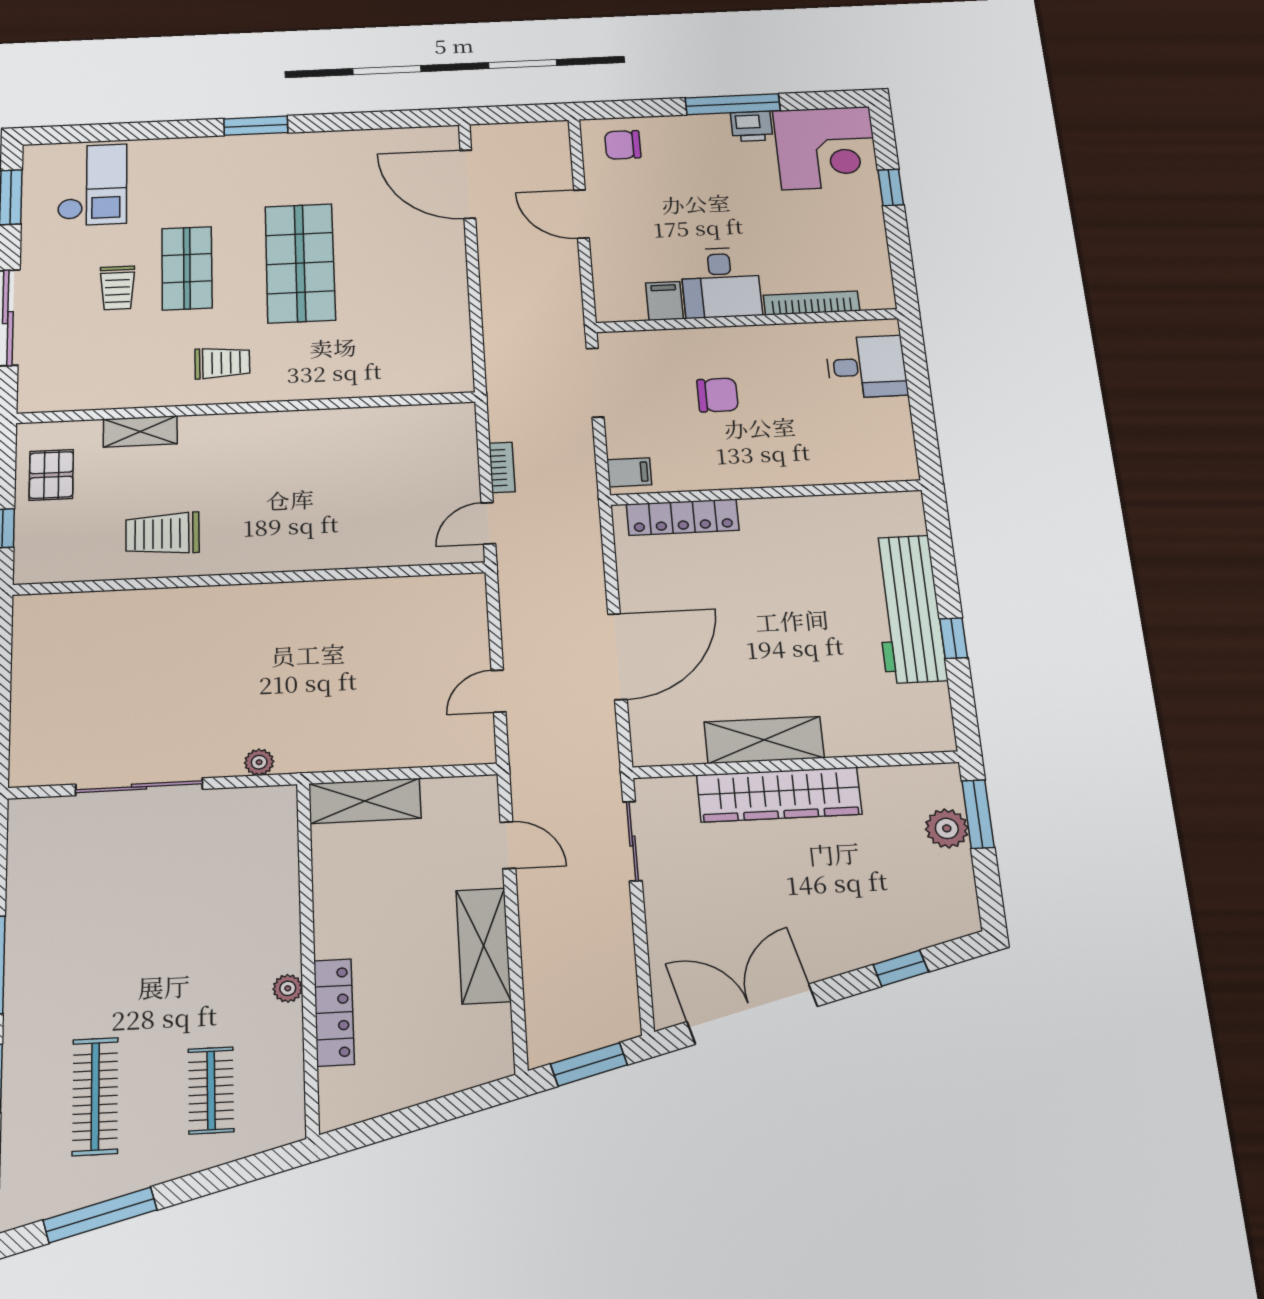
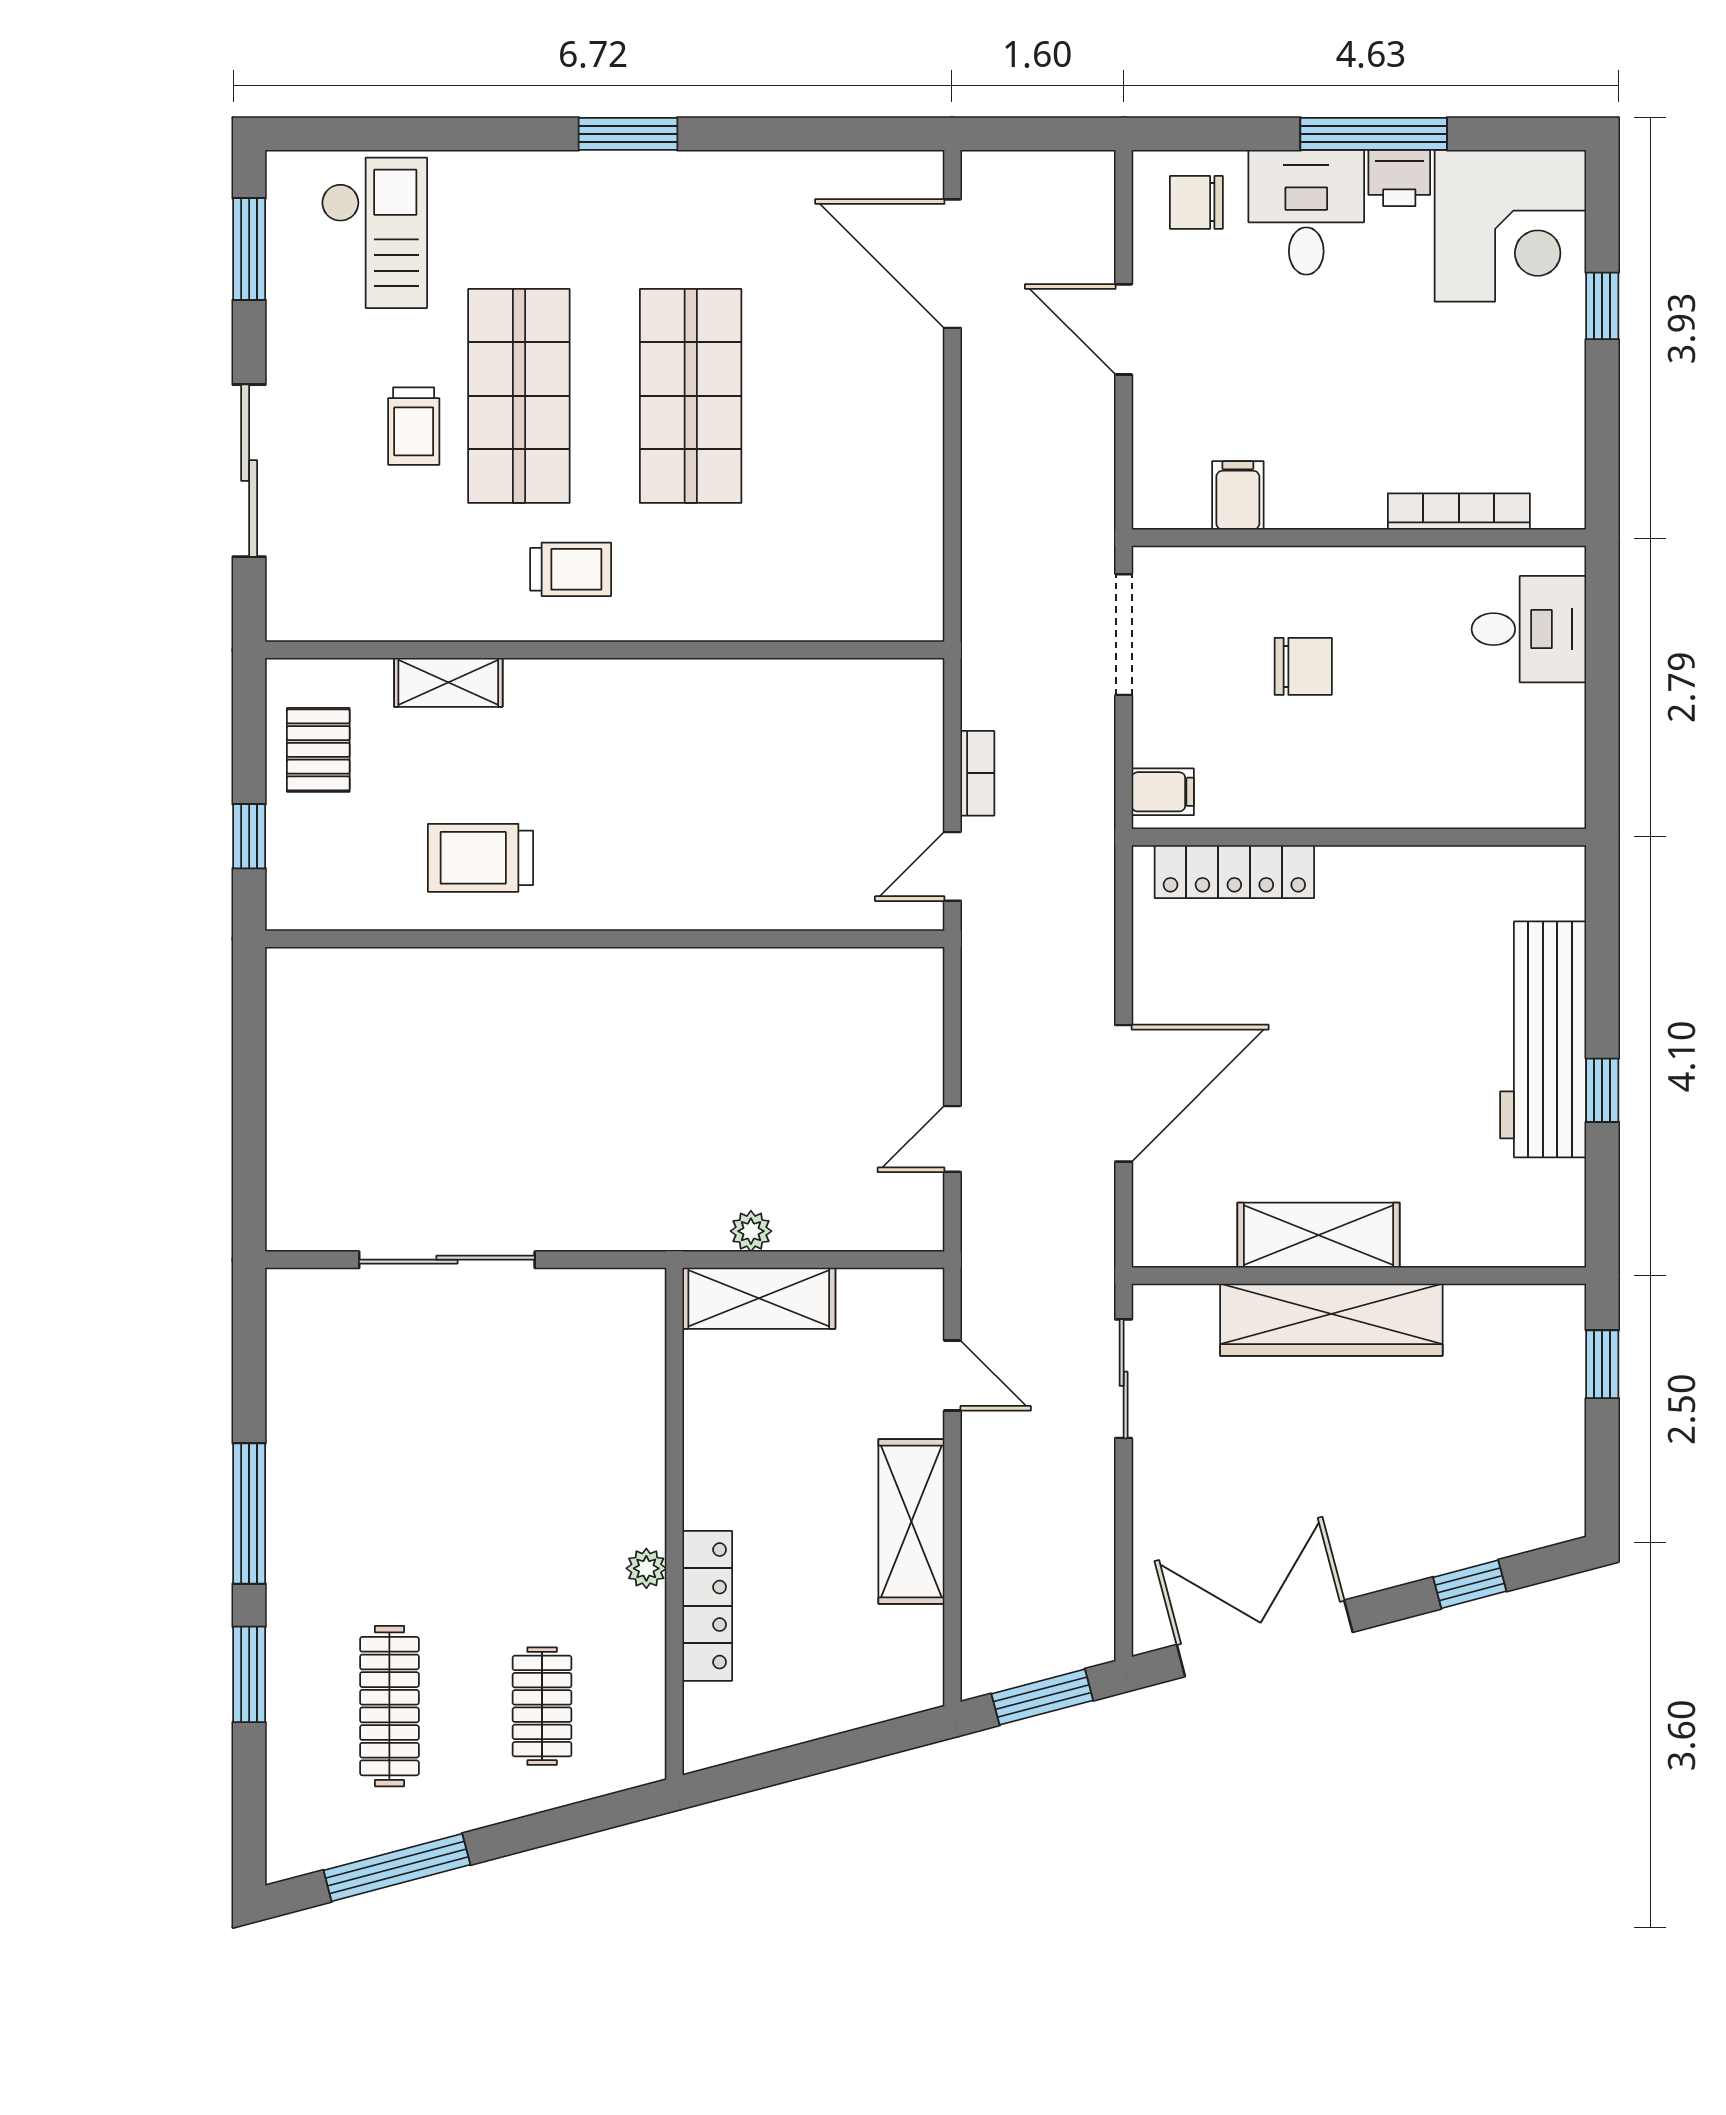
shop shelf: (187, 268) -> (519, 396), width x1.43, depth x1.36
desk: (721, 283) -> (1306, 212), moved, turned 180
plant: (259, 762) -> (751, 1231), moved
window: (978, 814) -> (1602, 1364), width x0.67
plant: (947, 828) -> (1557, 1383), removed

